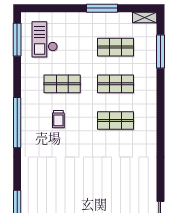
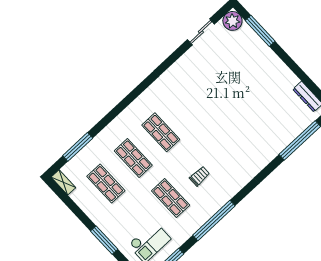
window: (102, 8) -> (104, 240), moved
window: (17, 123) -> (214, 220), moved

